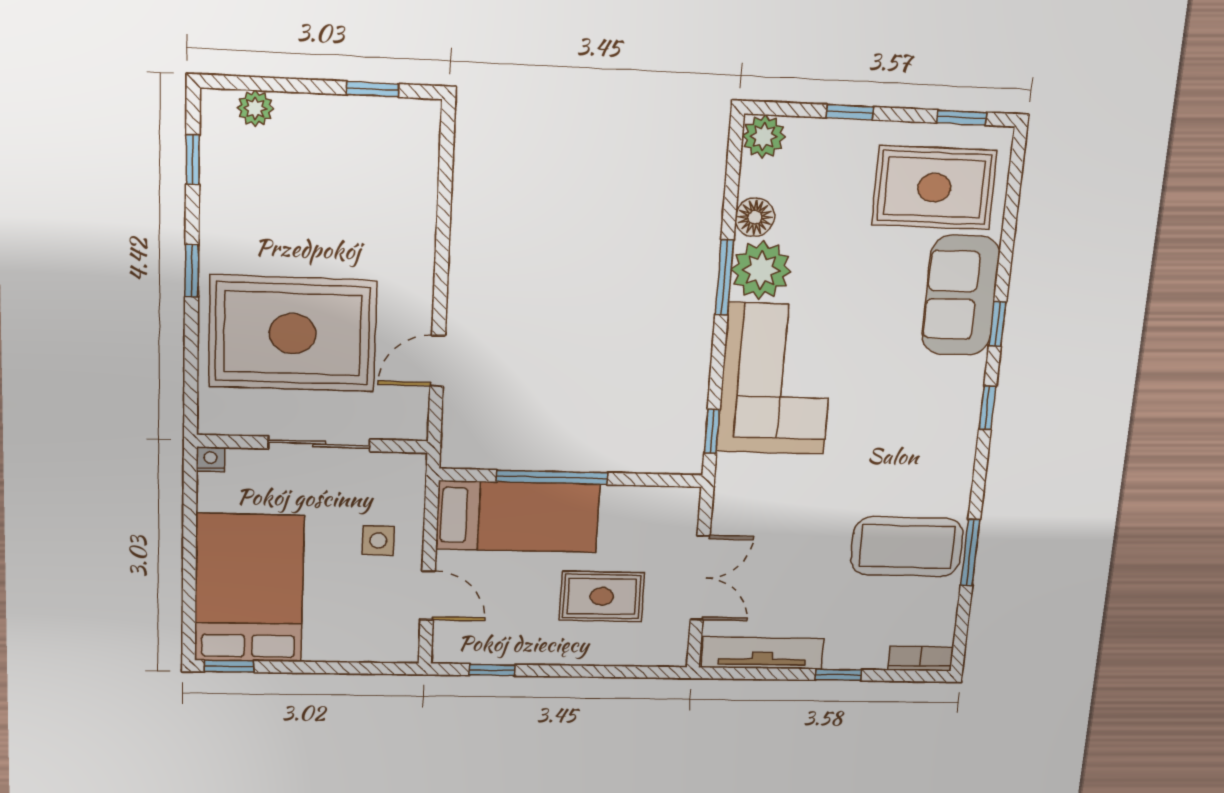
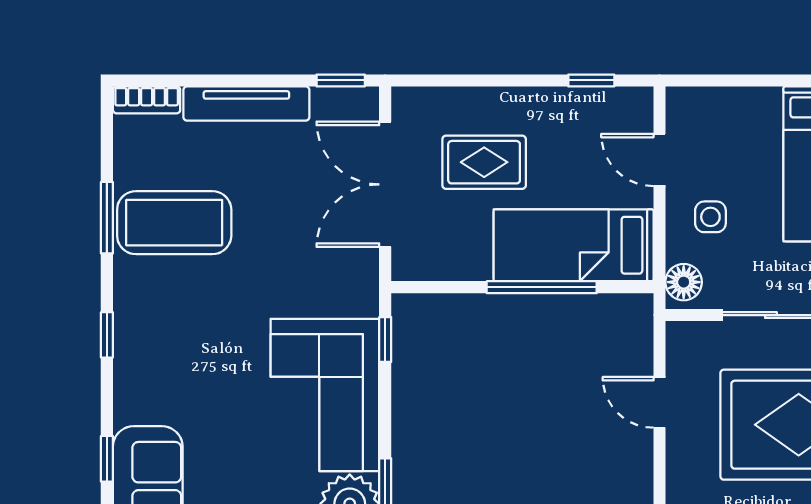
door: (438, 361) -> (659, 402), swing flipped
window: (988, 408) -> (107, 335), moved
floor lamp: (408, 478) -> (684, 282), added
double door: (700, 578) -> (385, 184), width x1.37
tv unit: (763, 653) -> (246, 104), moved
window: (838, 675) -> (341, 80), moved

